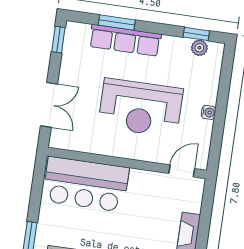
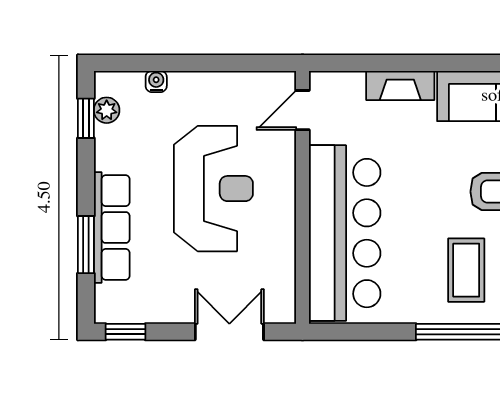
water cooler: (209, 112) -> (156, 81), moved
door: (182, 171) -> (302, 110), hinge flipped
bar counter: (86, 184) -> (345, 233), width x1.36

